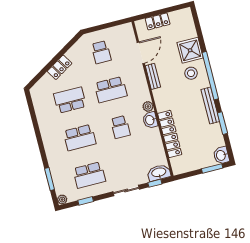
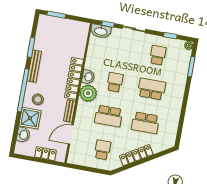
locker: (60, 67) -> (136, 155), width x1.53
school desk: (111, 90) -> (109, 116), turned 180
plant: (148, 106) -> (88, 93), width x1.87, depth x1.87
locker: (170, 134) -> (74, 78), moved
washbasin: (221, 155) -> (23, 135), moved
school desk: (89, 175) -> (158, 55), width x0.54

